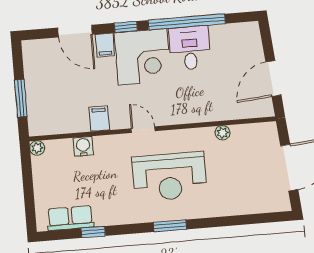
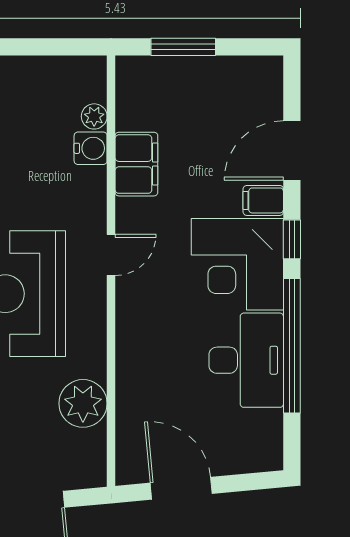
desk: (190, 48) -> (246, 360), width x1.37
filing cabinet: (99, 119) -> (136, 164), width x2.00
plant: (223, 133) -> (83, 403), width x1.88, depth x1.88
plant: (37, 148) -> (94, 116), moved

